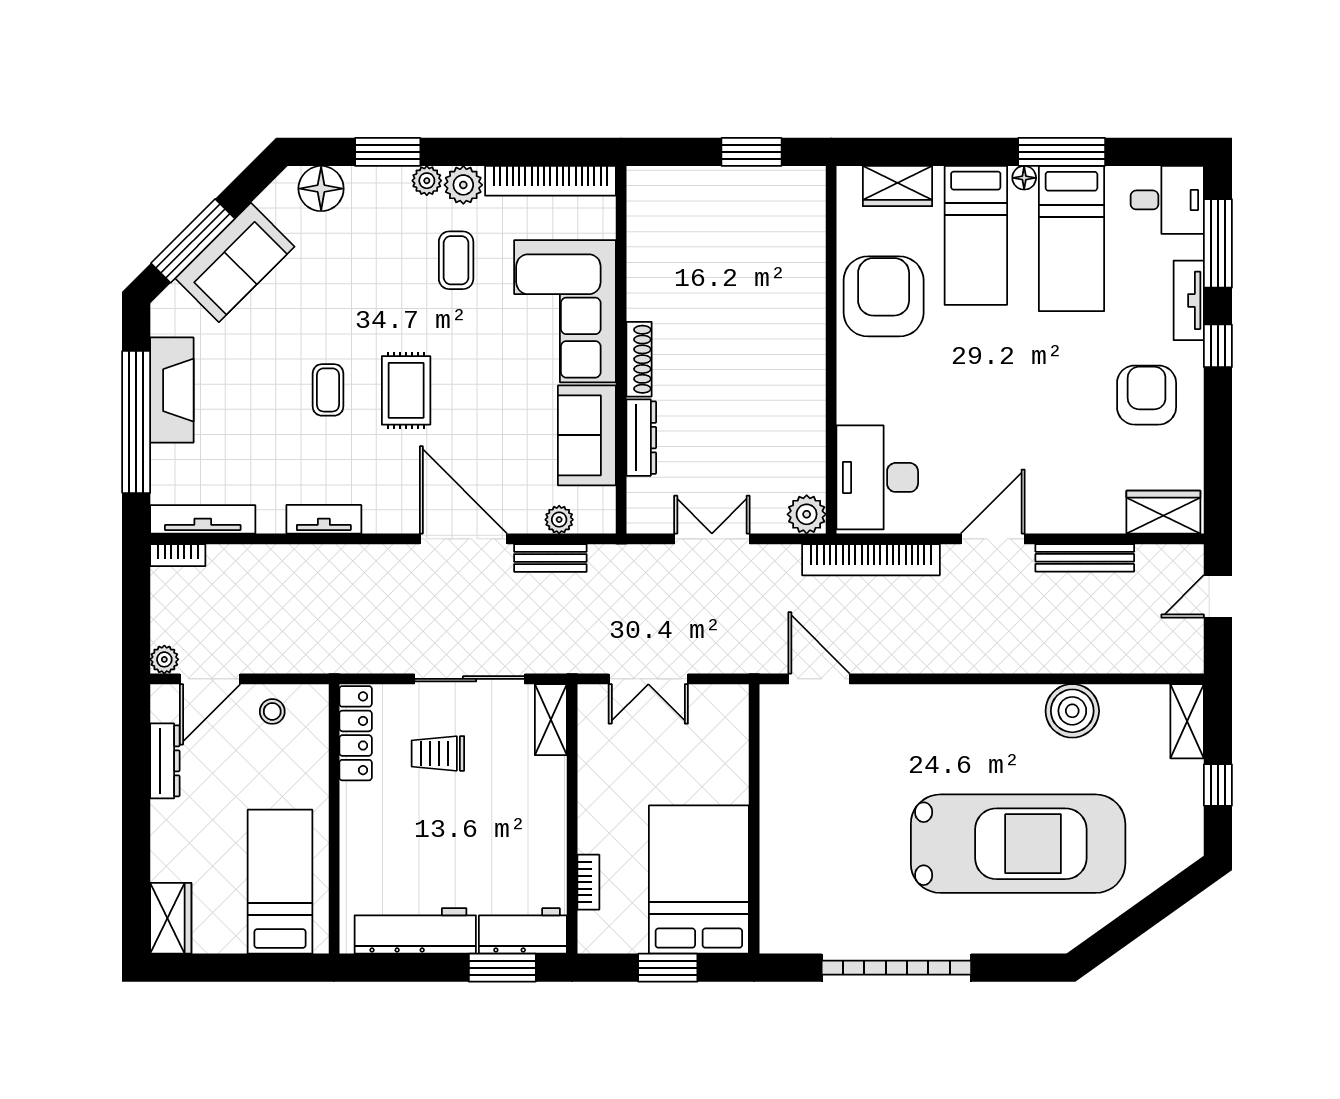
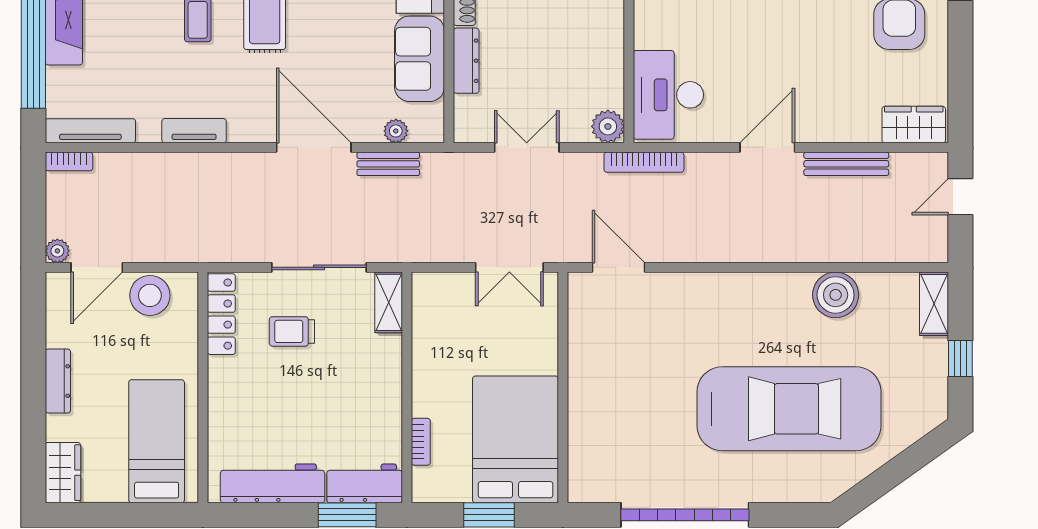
bookcase: (871, 560) -> (644, 162), width x0.68, depth x0.76
double door: (648, 679) -> (509, 267), moved
stool: (272, 711) -> (150, 295), width x1.89, depth x1.89
dresser: (165, 761) -> (58, 381), moved

